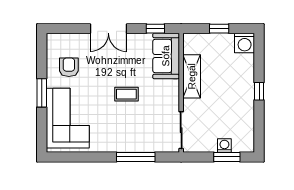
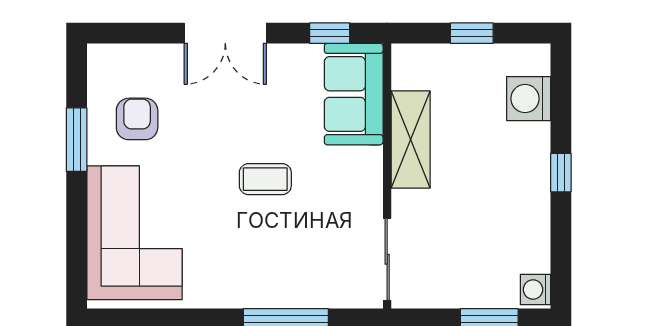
washing machine: (245, 43) -> (529, 99), moved, turned 90
window: (42, 93) -> (77, 140), moved
washing machine: (224, 146) -> (535, 290), moved, turned -90

